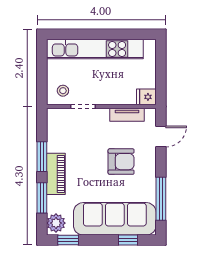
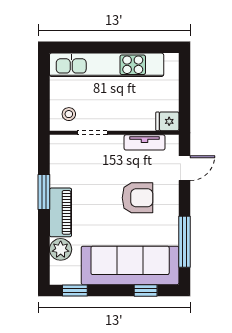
window: (42, 198) -> (44, 241), removed
plant: (56, 223) -> (61, 249), moved

